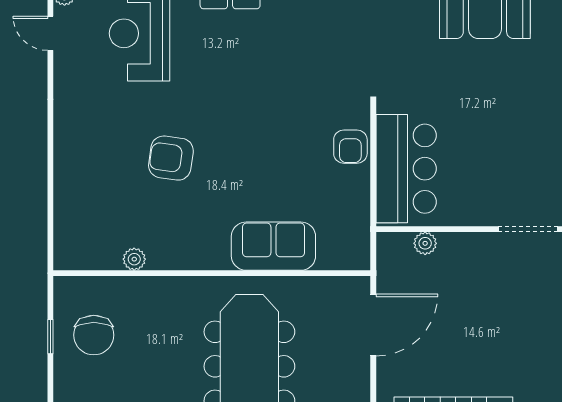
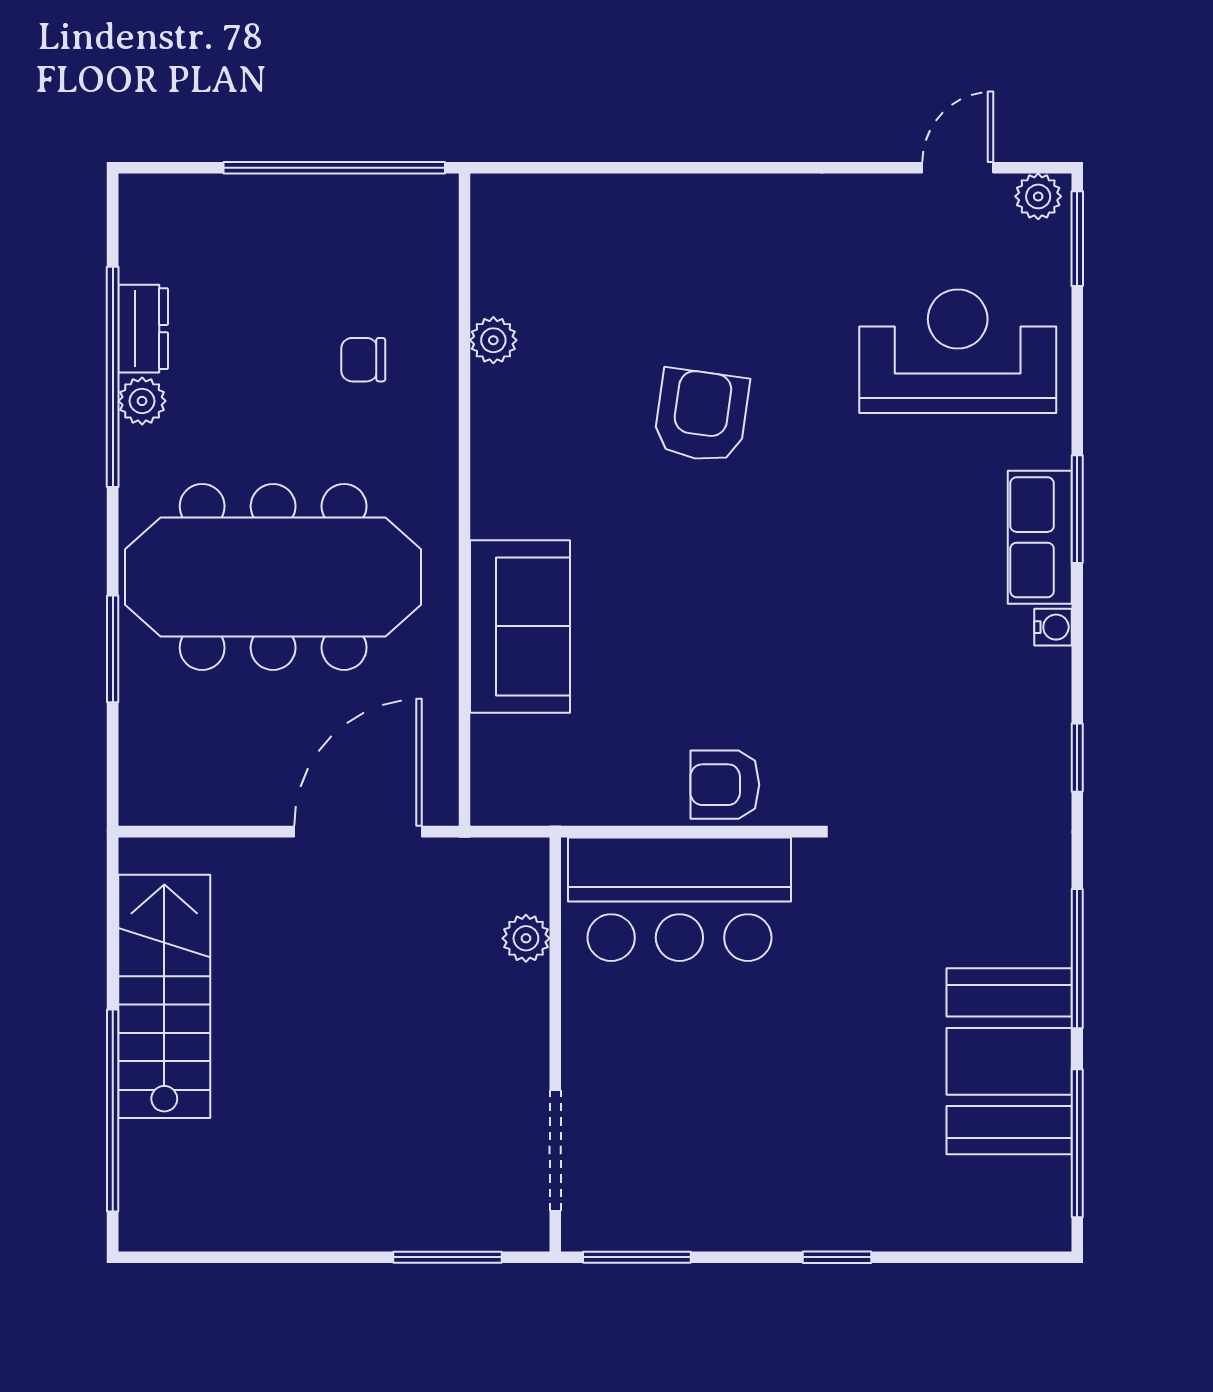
door: (373, 325) -> (358, 832), swing flipped
chair: (94, 335) -> (363, 360), moved, width x0.54, depth x0.54
window: (50, 337) -> (334, 168), width x3.17

